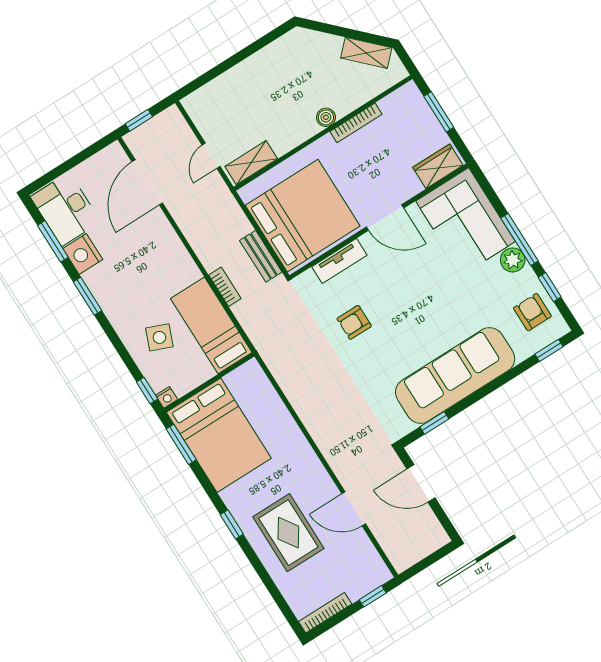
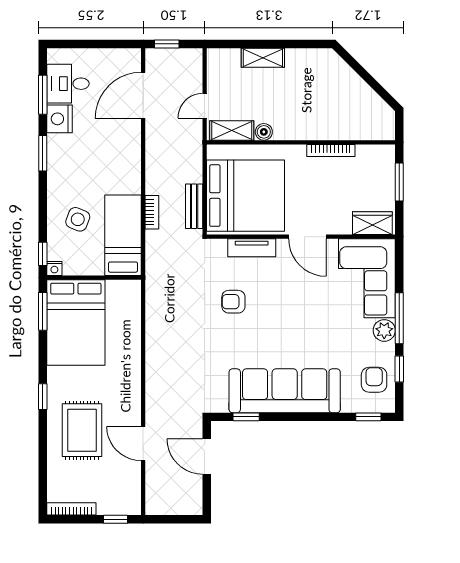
shelving: (366, 53) -> (263, 58), moved, turned -45
boiler: (326, 117) -> (264, 132), moved
desk: (65, 209) -> (68, 84), width x0.73

